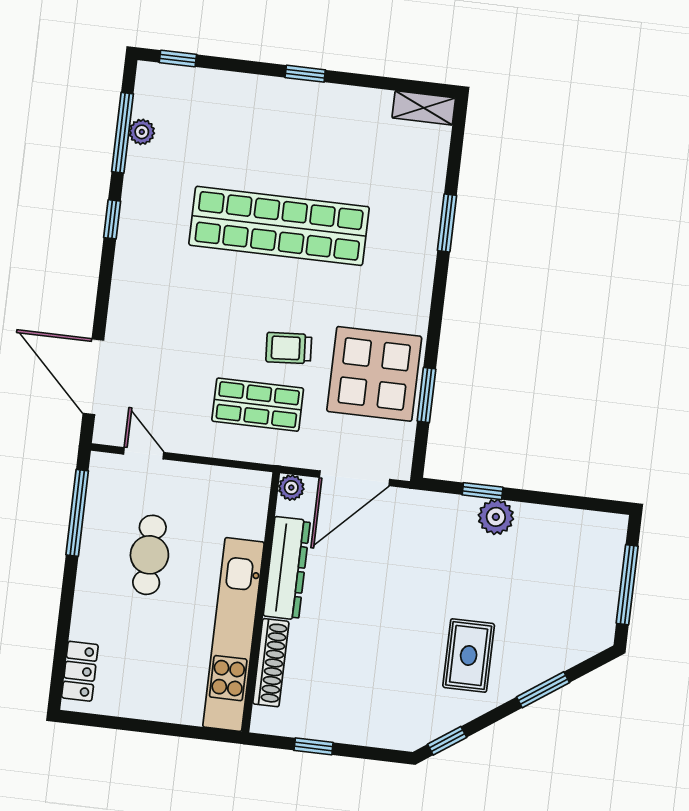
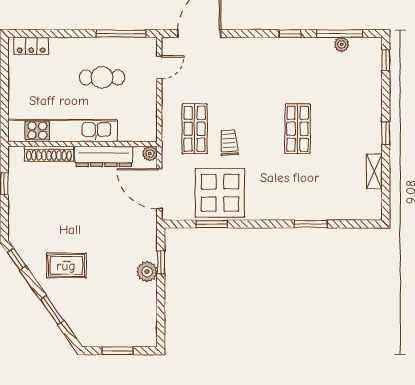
shelving: (424, 108) -> (374, 171), moved
shop shelf: (279, 226) -> (298, 129), width x0.50, depth x0.74
window: (627, 585) -> (117, 351), width x0.69

